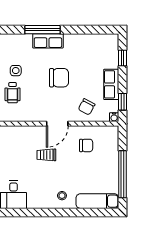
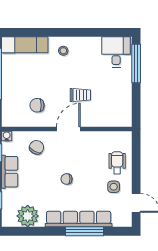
row of seats: (48, 41) -> (79, 219), width x2.02
plant: (95, 44) -> (28, 216), added
chair: (59, 78) -> (67, 179), width x0.54, depth x0.54

